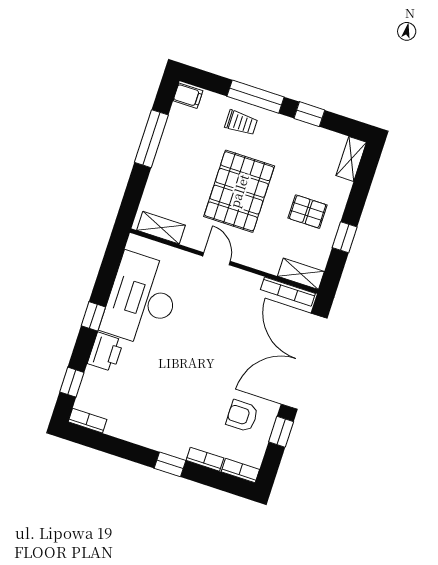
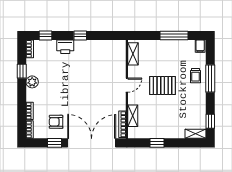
window: (309, 114) -> (210, 121), moved
pallet: (239, 191) -> (163, 85), width x0.73, depth x0.71
pallet: (308, 212) -> (164, 121), removed
shelving: (301, 274) -> (133, 116), moved
desk: (142, 300) -> (96, 56), removed
armchair: (242, 416) -> (56, 122), turned -90
plant: (152, 436) -> (32, 82), added
window: (170, 464) -> (22, 71), moved

